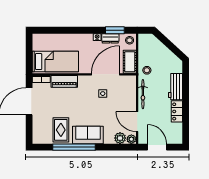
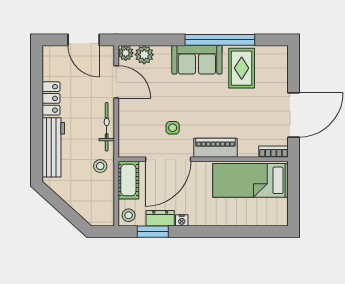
piano: (64, 81) -> (215, 148), moved
workbench: (176, 87) -> (53, 147), width x1.38

